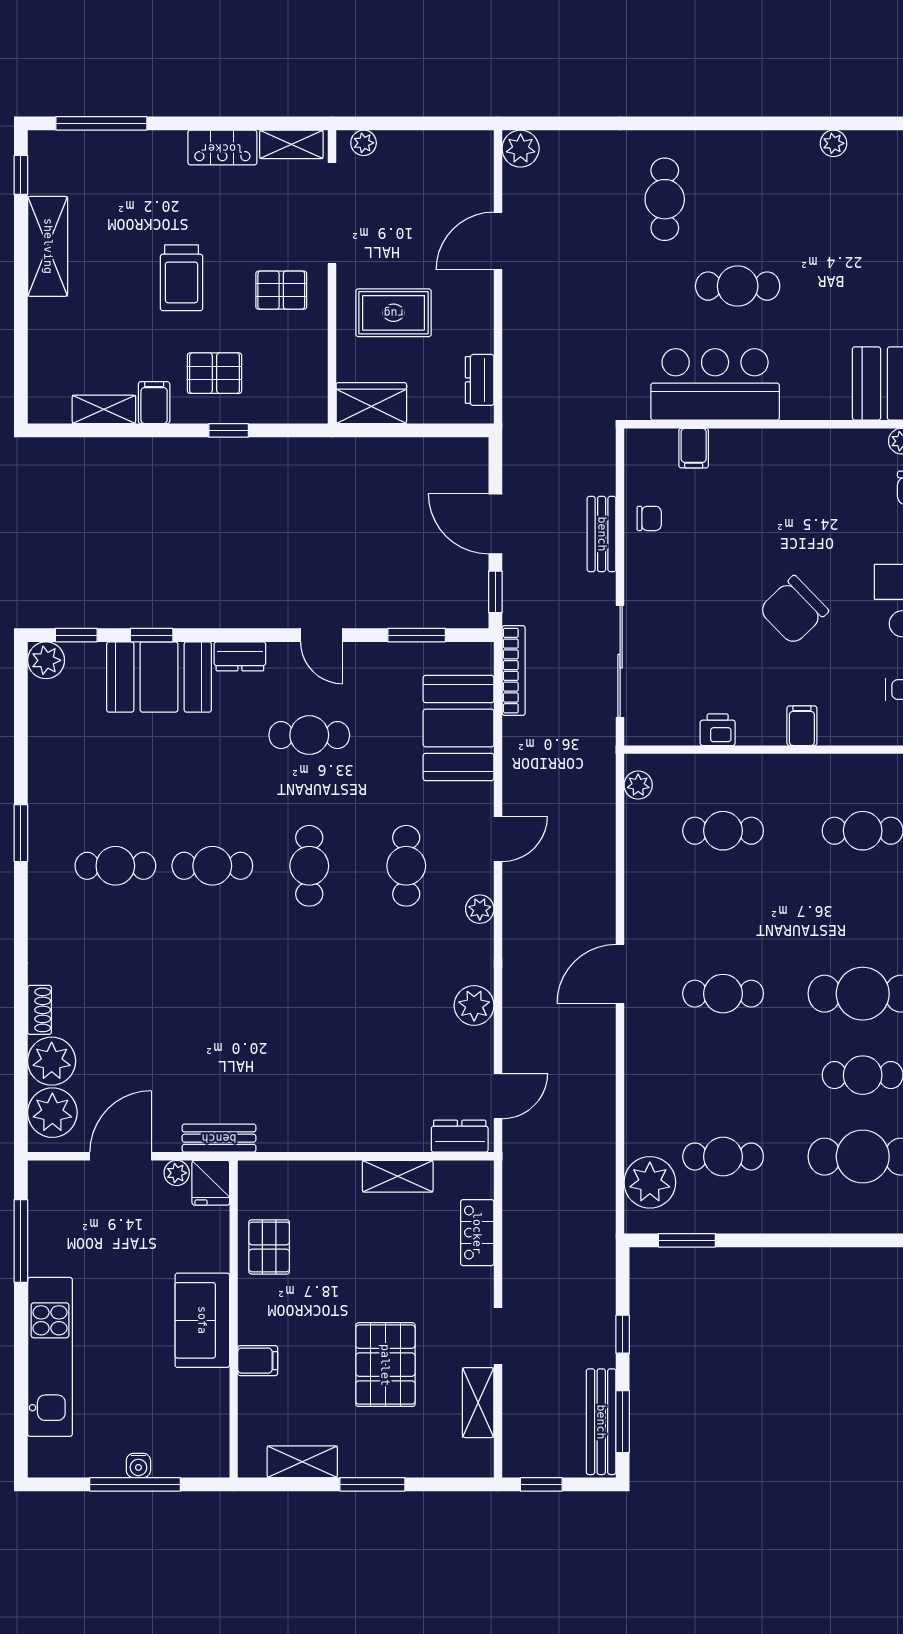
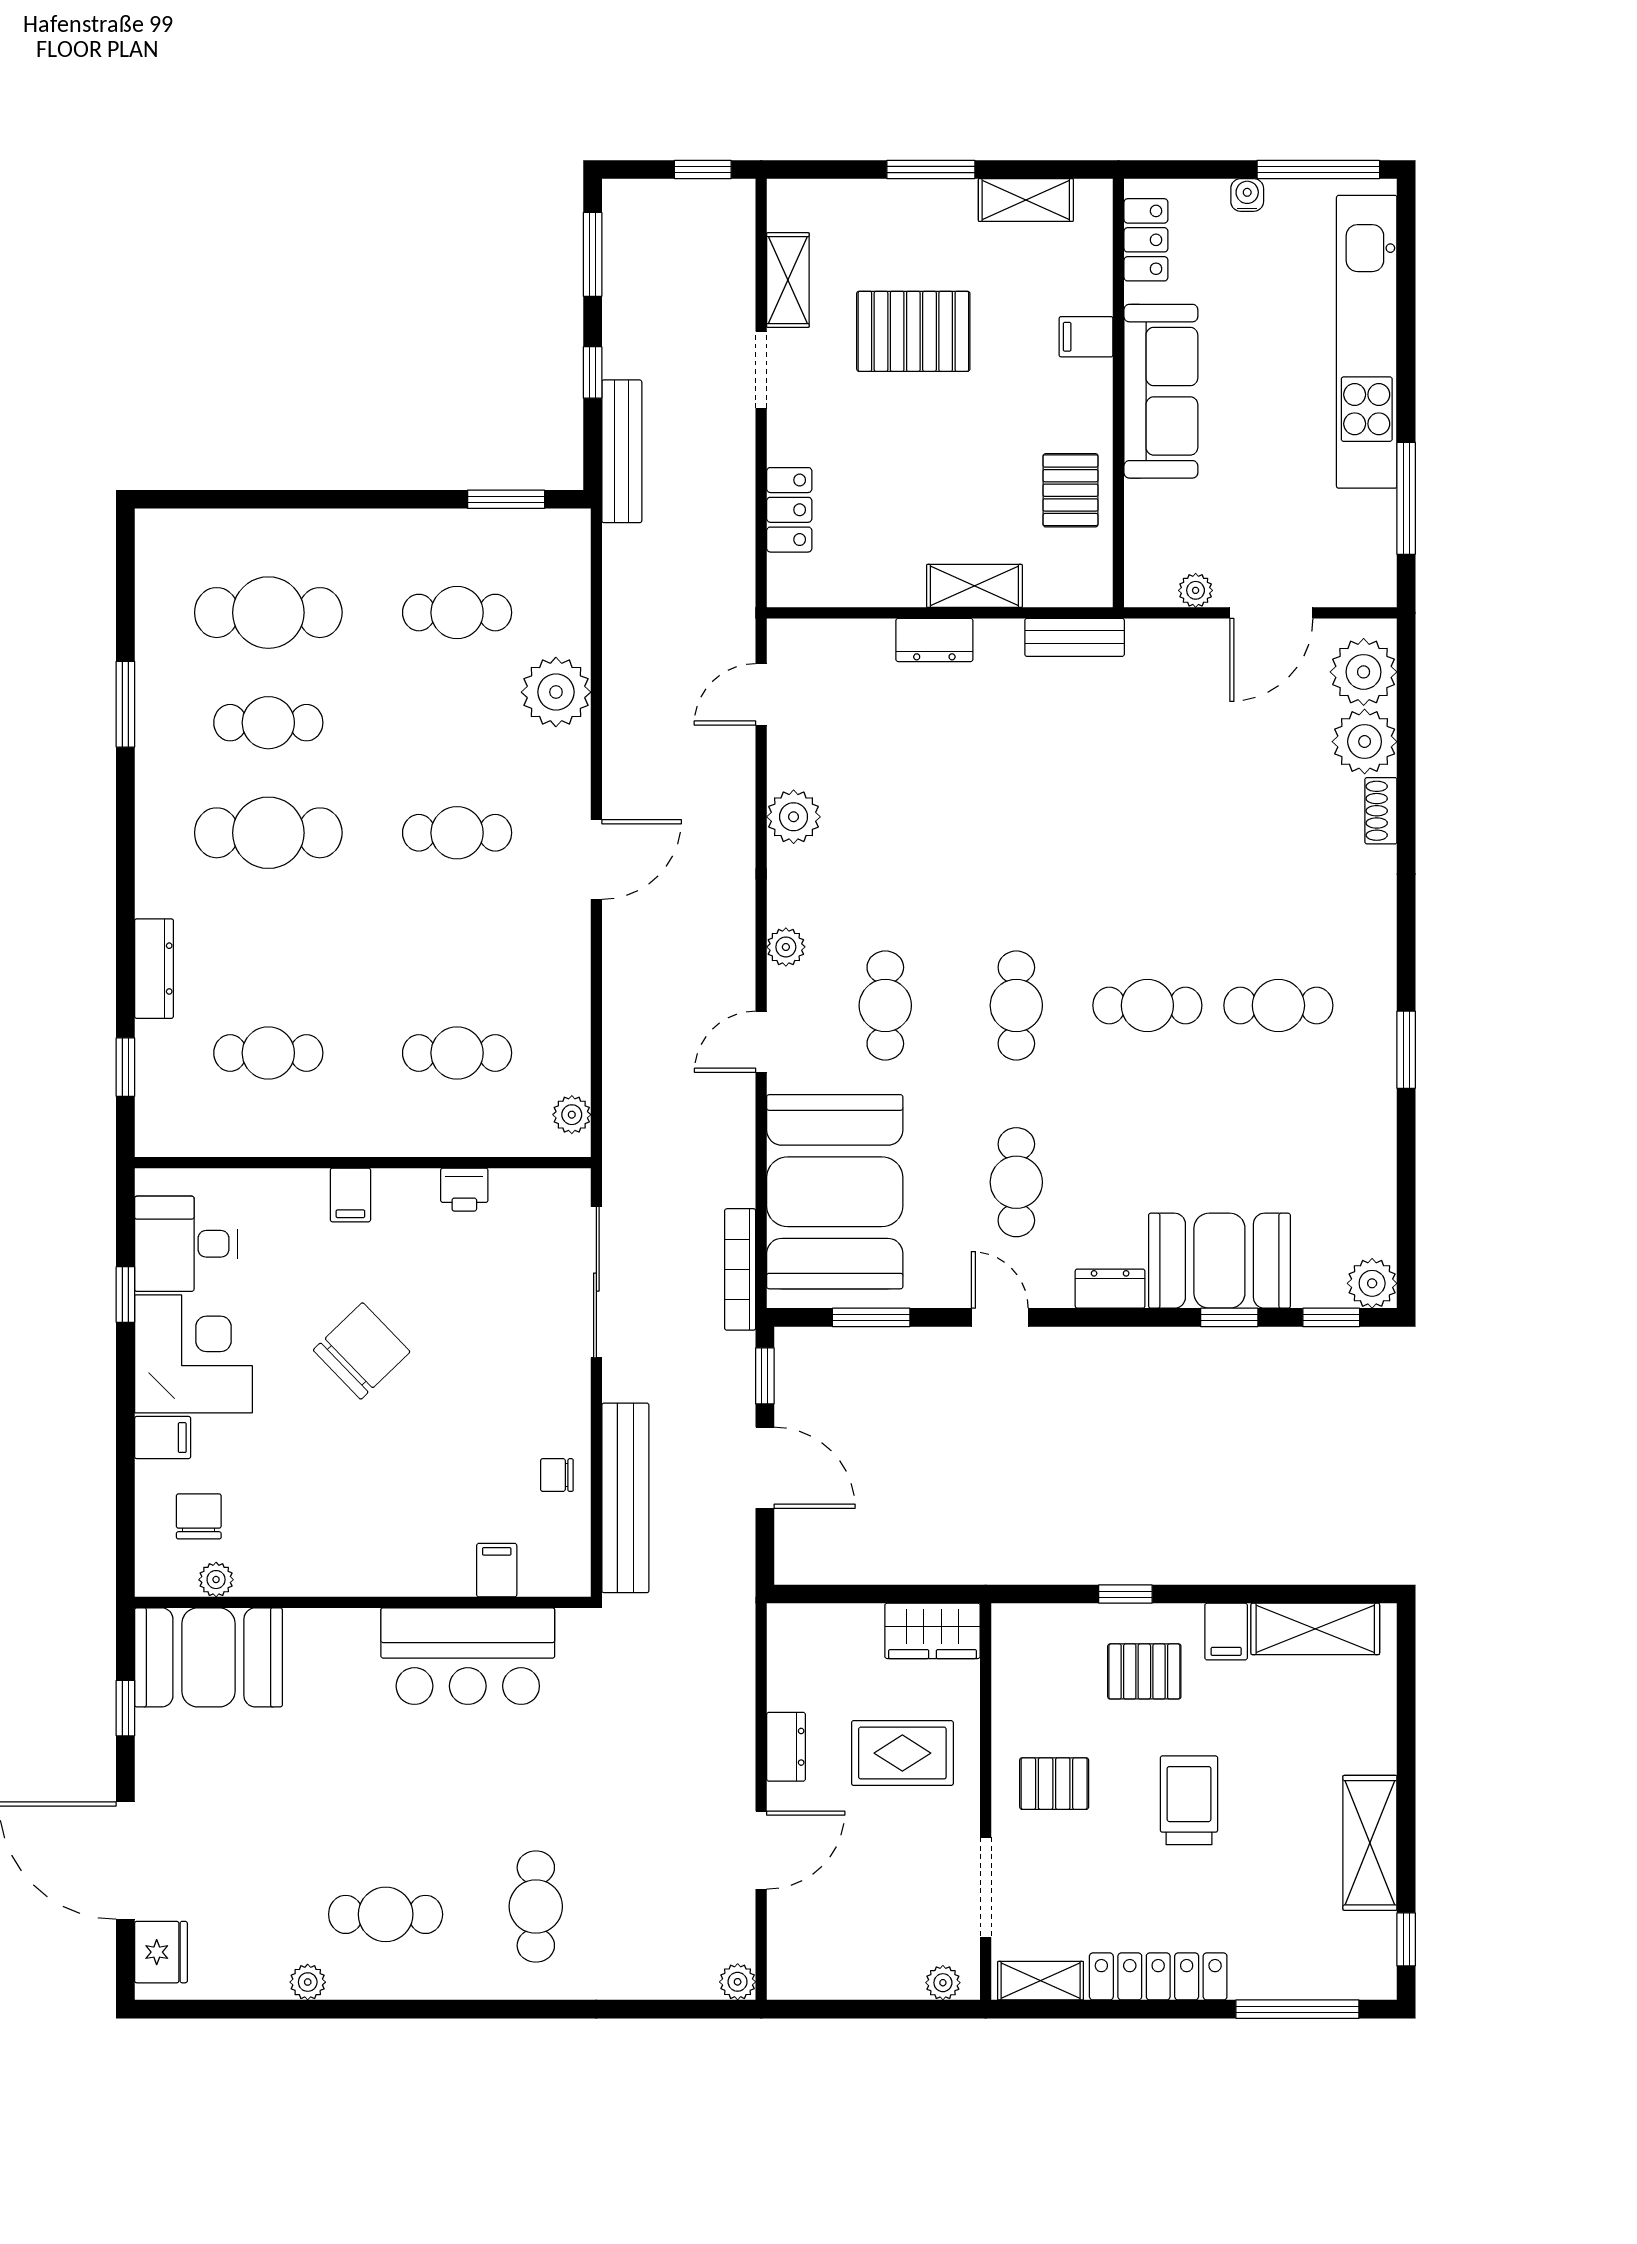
locker: (222, 148) -> (1158, 1976), width x1.53
plant: (521, 149) -> (738, 1982), width x0.73, depth x0.73
doorway: (332, 213) -> (986, 1887), width x0.73
cafe table: (738, 286) -> (386, 1914), moved
dresser: (480, 380) -> (786, 1747), moved
shelving: (104, 409) -> (1315, 1629), width x1.50, depth x1.33
bench: (602, 534) -> (625, 1498), width x1.86, depth x1.21
booth: (459, 728) -> (835, 1192), width x1.36, depth x1.42
cafe table: (309, 735) -> (1016, 1182), turned 90
dresser: (460, 1136) -> (934, 640), moved
bench: (219, 1138) -> (1075, 637), moved
shelving: (398, 1176) -> (974, 586), moved
plant: (650, 1182) -> (556, 692), moved
fridge: (211, 1183) -> (1149, 577), removed
sofa: (202, 1320) -> (1161, 391), width x1.36
kitchen unit: (50, 1357) -> (1367, 342), width x1.36
pallet: (385, 1365) -> (913, 331), turned 90
bench: (601, 1422) -> (622, 451), moved
locker: (213, 1432) -> (1146, 240), added
window: (135, 1484) -> (1318, 169), moved

